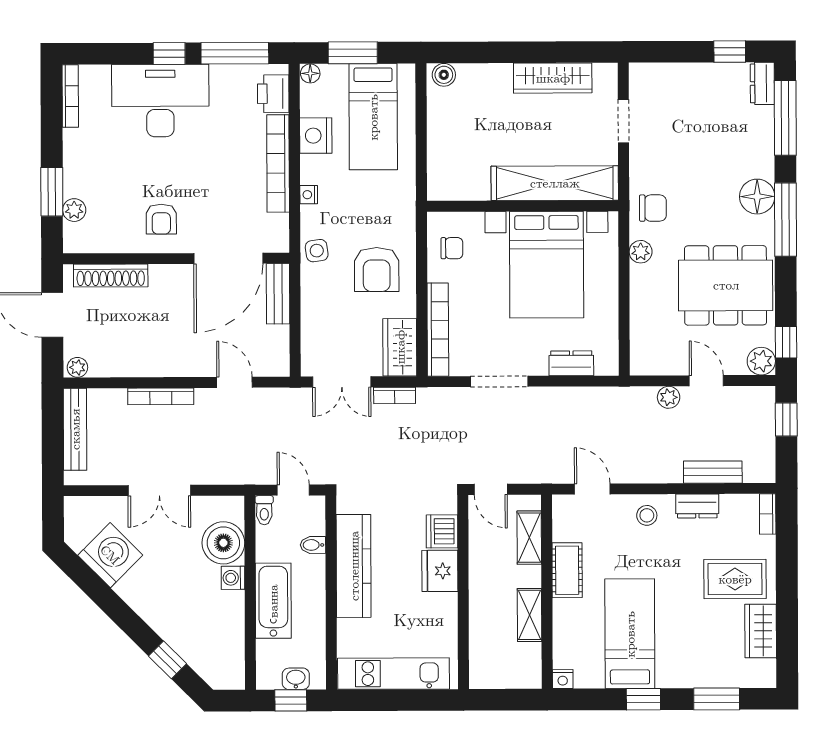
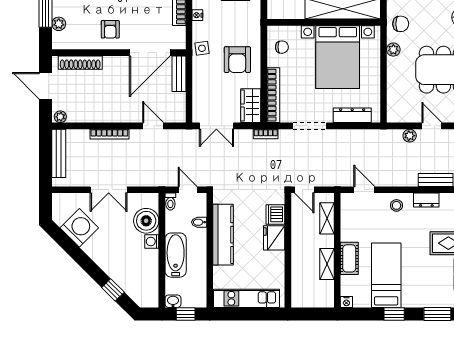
dresser: (571, 363) -> (352, 115), width x1.44
bookcase: (395, 395) -> (266, 134), moved
cot: (567, 570) -> (349, 258), moved
washbasin: (296, 679) -> (173, 301), moved

